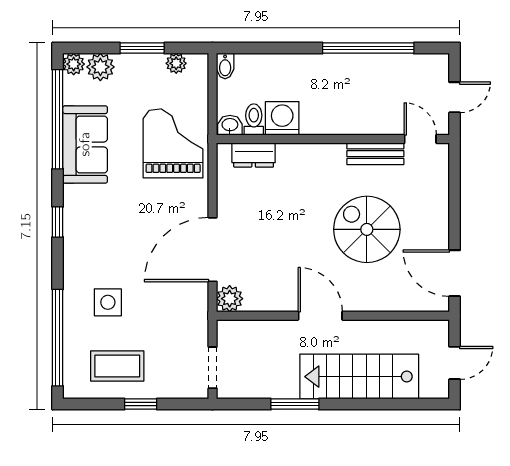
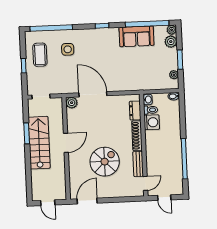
grand piano: (173, 143) -> (139, 75), removed
shoe rack: (311, 153) -> (137, 136), added
stairs: (359, 377) -> (39, 143), moved

